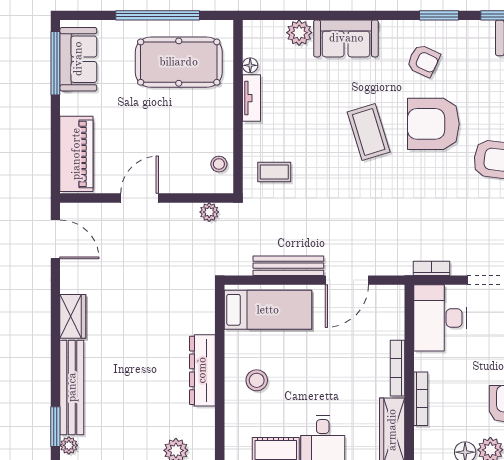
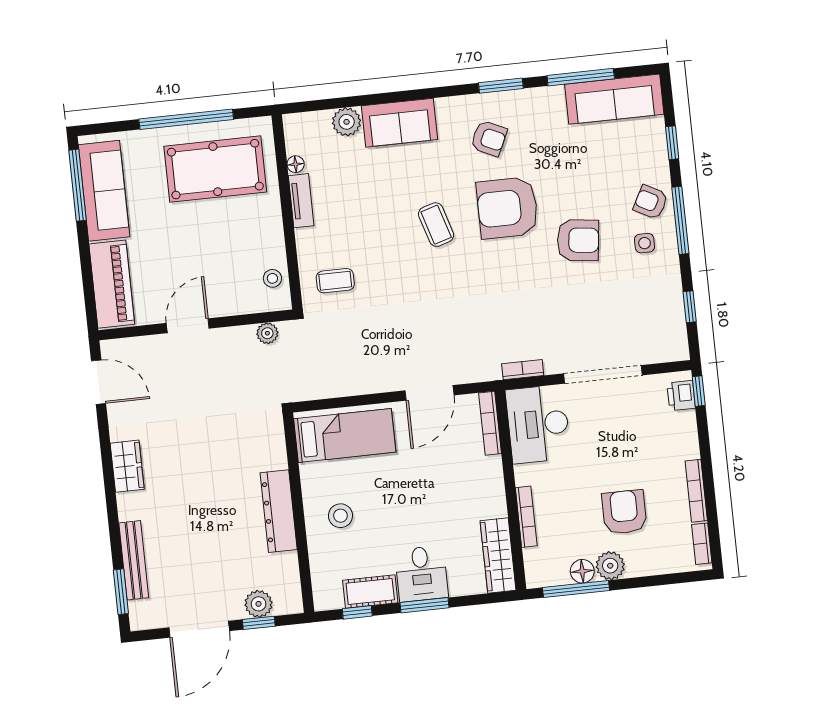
sofa: (78, 59) -> (104, 191), width x1.36
coffee table: (369, 132) -> (436, 225), width x0.73, depth x0.77
bench: (288, 266) -> (362, 384), removed
bookcase: (398, 368) -> (490, 423), moved
bench: (72, 387) -> (134, 560), width x0.73, depth x0.82
plant: (69, 445) -> (138, 611), removed

